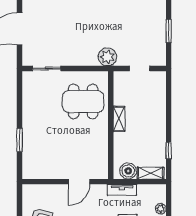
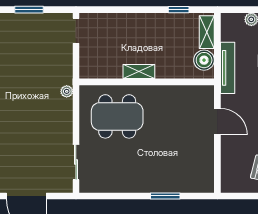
plant: (107, 57) -> (67, 91), width x0.53, depth x0.53
doorway: (140, 69) -> (76, 31), moved
dining table: (83, 101) -> (117, 116), turned 90
tv unit: (122, 190) -> (228, 68), width x1.41

